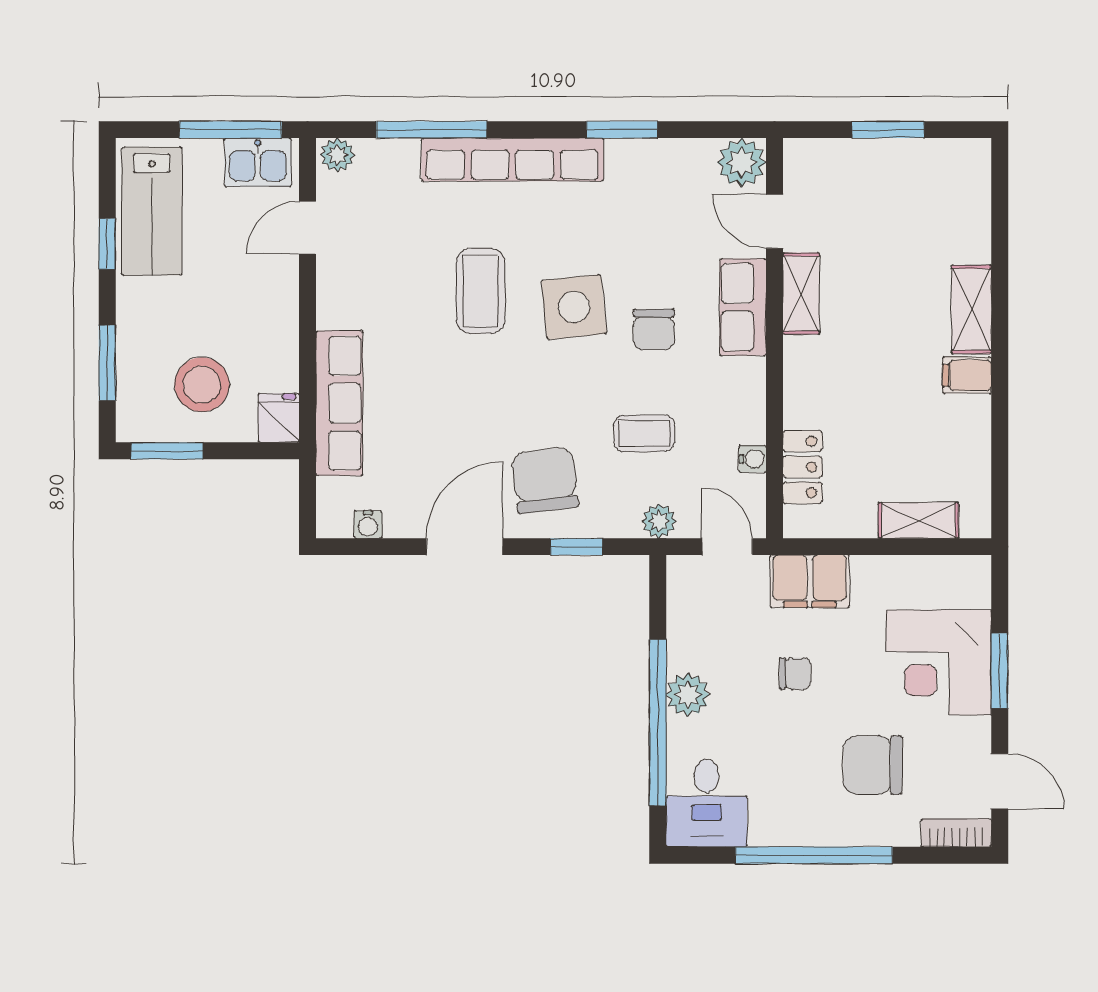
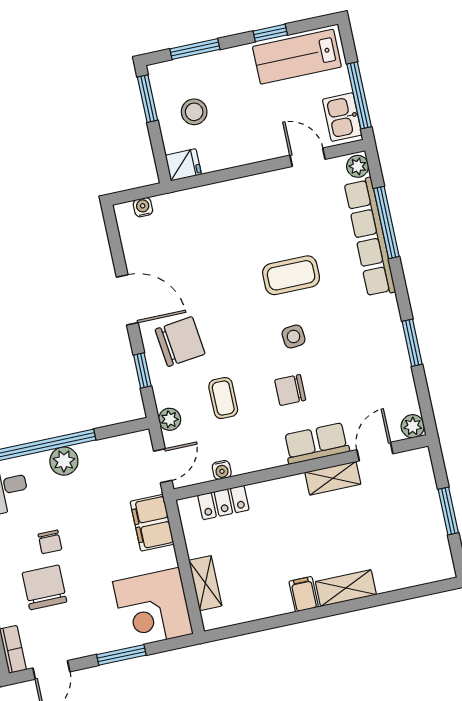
row of seats: (512, 160) -> (370, 237), moved
plant: (742, 163) -> (413, 426), width x0.73, depth x0.73
side table: (574, 307) -> (294, 336), width x0.54, depth x0.54
stool: (202, 385) -> (194, 112), width x0.73, depth x0.73
row of seats: (339, 403) -> (201, 201), removed
water cooler: (368, 524) -> (143, 207), moved, turned 90
corner desk: (939, 662) -> (153, 608), moved, turned -90
chair: (795, 674) -> (50, 542), moved

